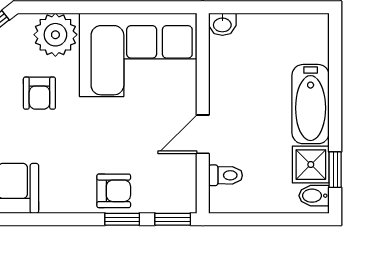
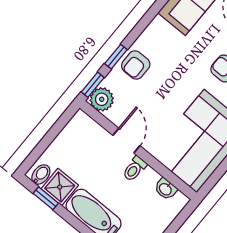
washbasin: (222, 24) -> (166, 189), moved, turned -90
toilet: (225, 175) -> (135, 169), moved
plant: (180, 197) -> (102, 99), added

